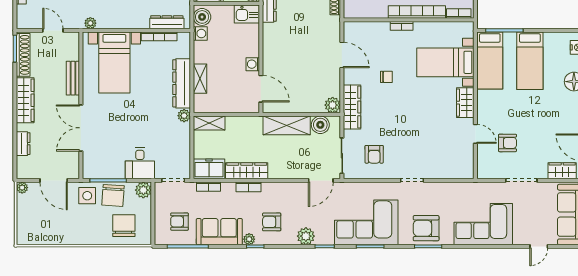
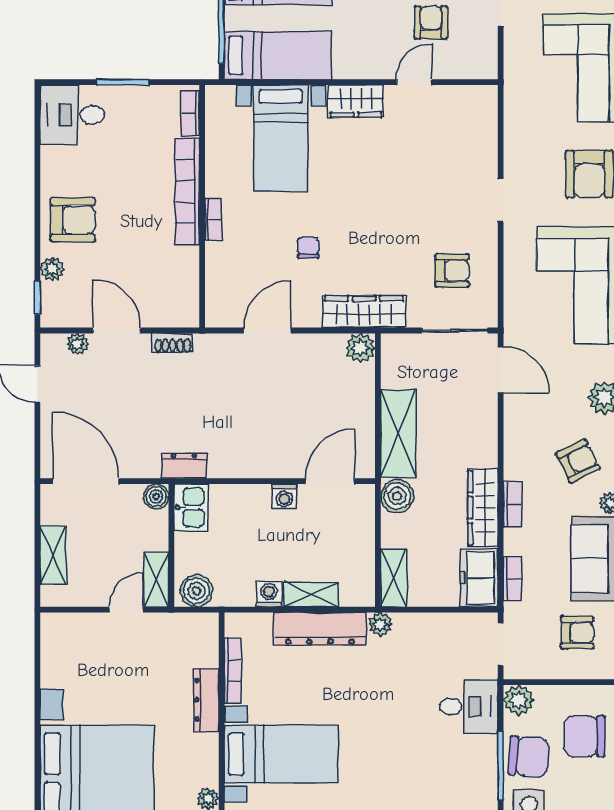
dresser: (167, 22) -> (206, 700), moved
washing machine: (200, 34) -> (269, 594), moved
boiler: (320, 125) -> (397, 496), moved
armchair: (180, 222) -> (577, 633), turned -90
armchair: (272, 222) -> (578, 461), turned -116

